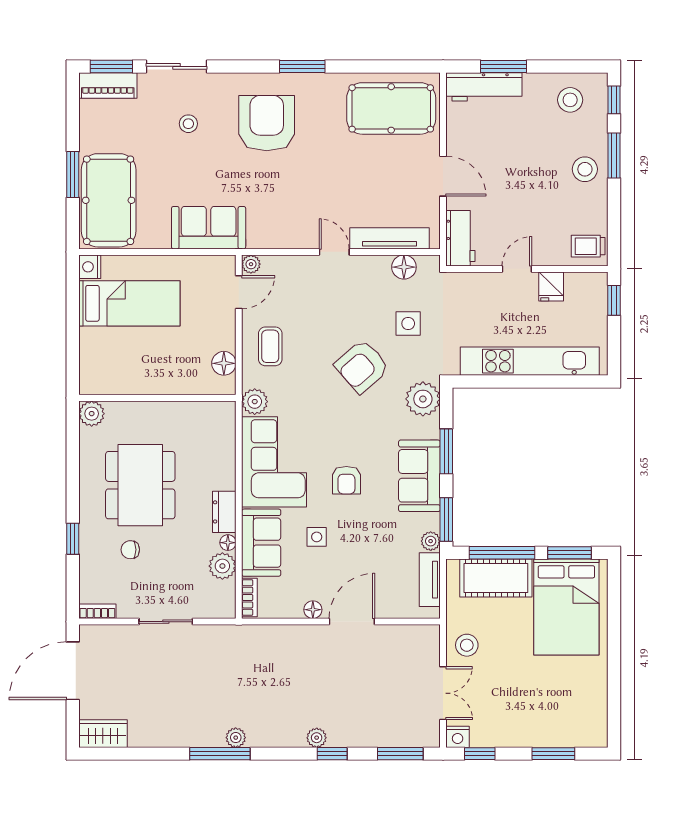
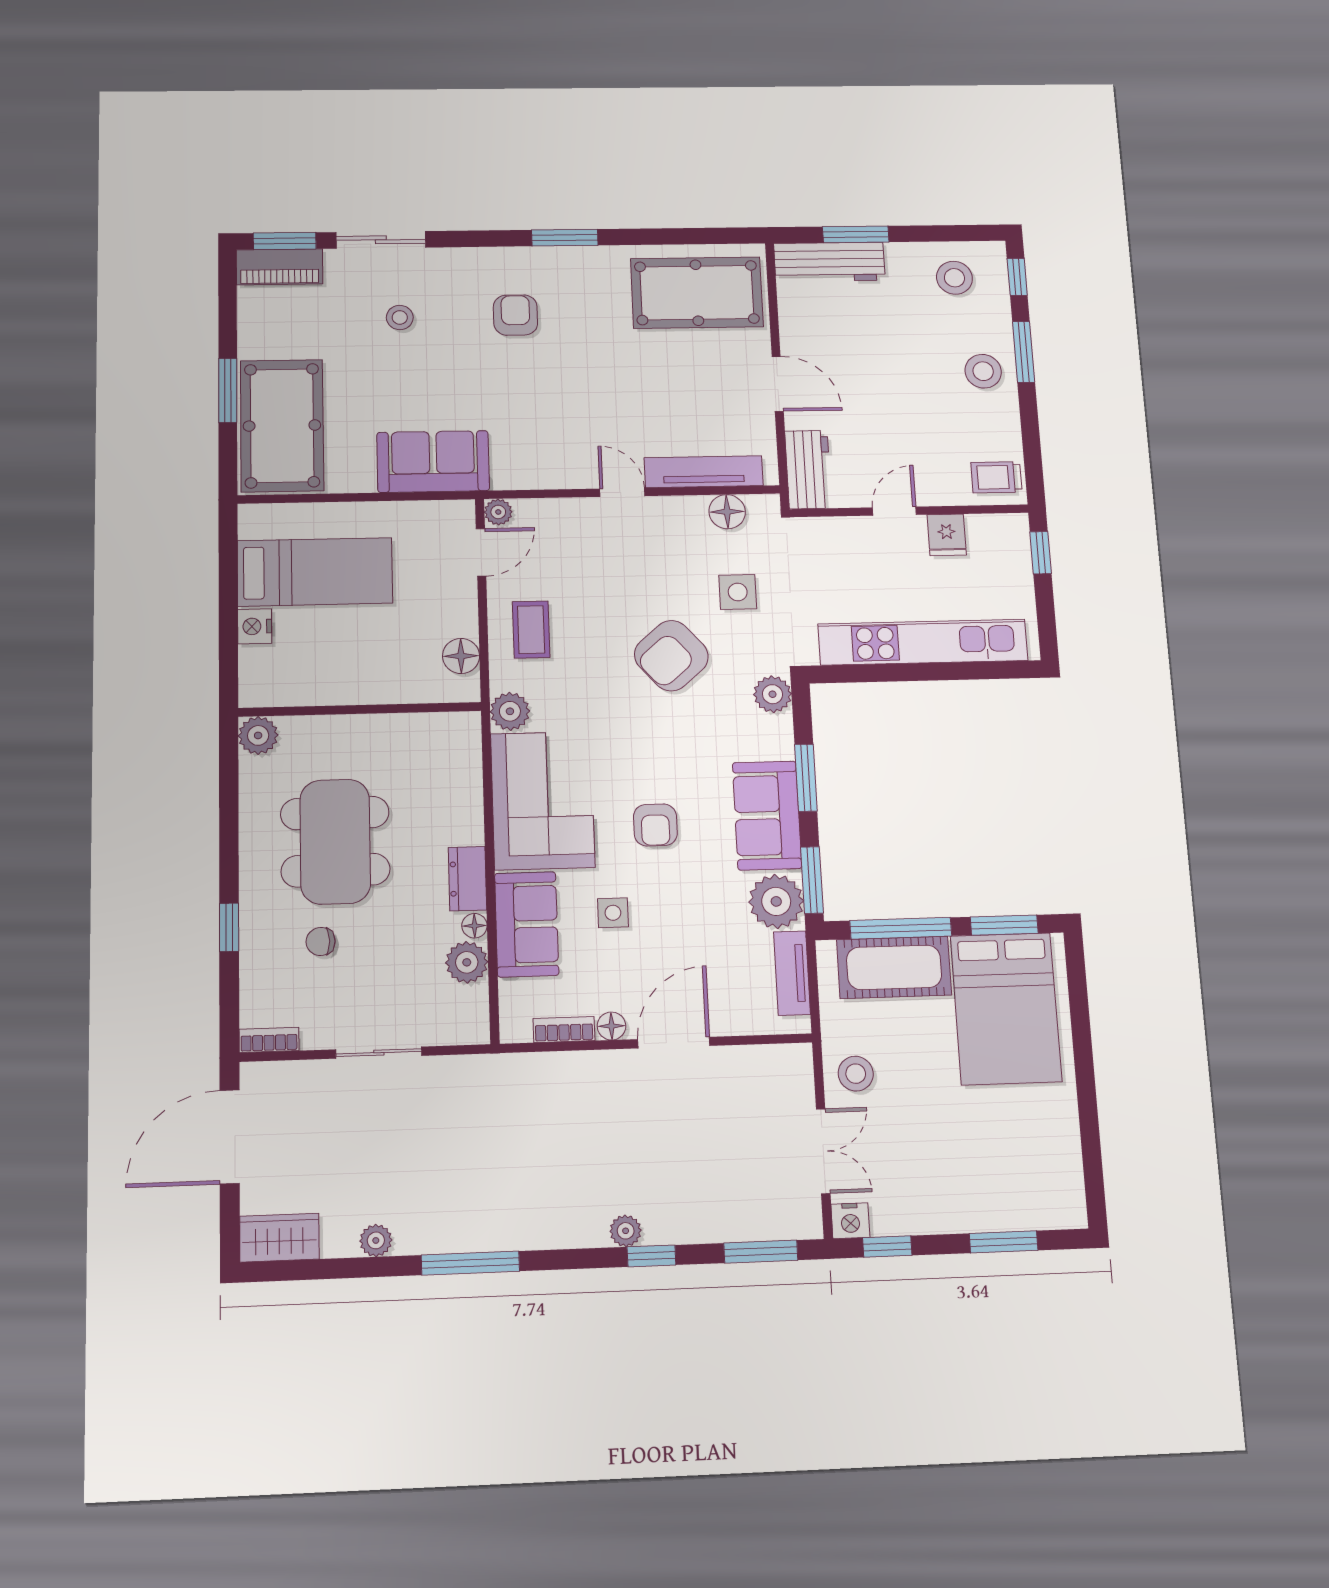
armchair: (267, 123) -> (515, 315), width x0.53, depth x0.53
nightstand: (90, 267) -> (255, 626), moved
plant: (423, 399) -> (773, 694), width x0.73, depth x0.73
plant: (431, 541) -> (776, 901), width x1.88, depth x1.88
bookcase: (249, 598) -> (564, 1030), moved, turned -90
plant: (236, 738) -> (376, 1240), moved

